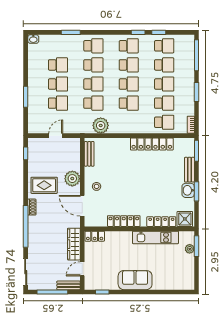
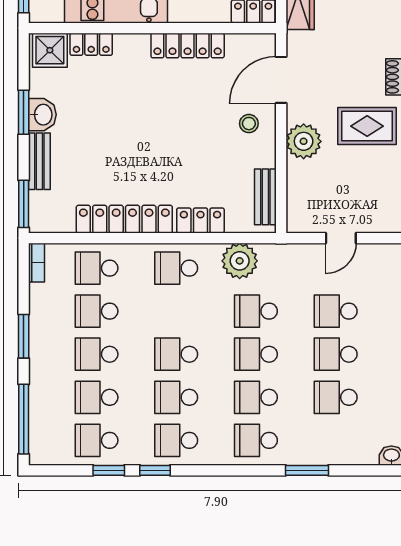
school desk: (129, 103) -> (176, 268), moved
locker: (118, 143) -> (200, 220), added
door: (82, 206) -> (281, 80), swing flipped
locker: (161, 222) -> (91, 44), width x0.66

